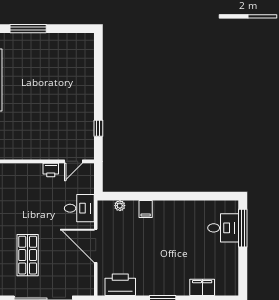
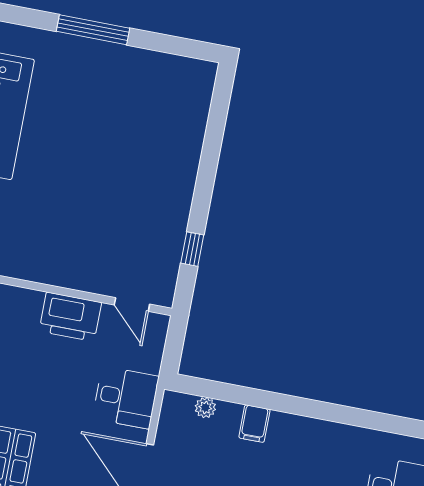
door: (74, 161) -> (132, 305), hinge flipped
printer: (51, 170) -> (70, 317), width x1.87, depth x1.48

